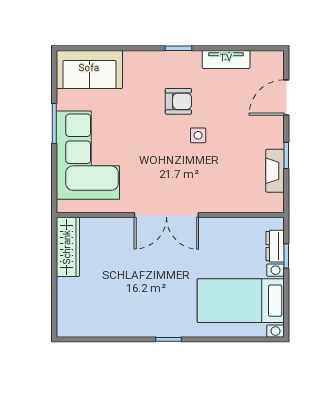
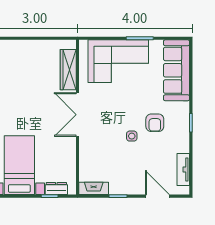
tv unit: (226, 59) -> (183, 169), moved
sofa: (89, 69) -> (176, 70), width x1.36
fireplace: (275, 171) -> (94, 188), moved
wardrobe: (68, 247) -> (68, 70), moved, turned 90

